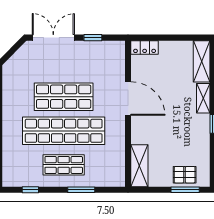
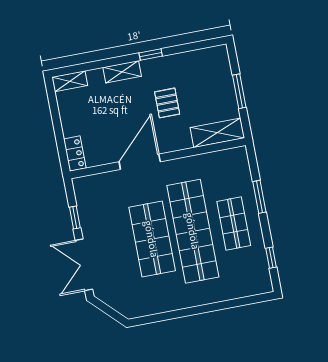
shelving: (202, 61) -> (70, 81), width x0.67, depth x0.75
pallet: (185, 175) -> (167, 103), moved
window: (185, 190) -> (239, 91), moved

